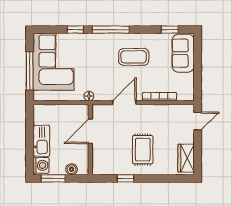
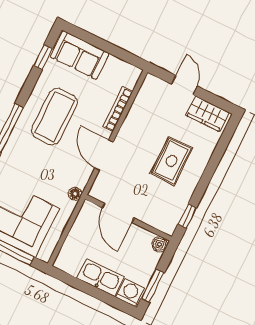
coffee table: (134, 57) -> (55, 117), width x1.36, depth x1.32
door: (198, 121) -> (184, 85), moved
rug: (143, 150) -> (171, 161), turned 90
boiler: (72, 169) -> (160, 244), moved
window: (125, 178) -> (187, 216), moved

